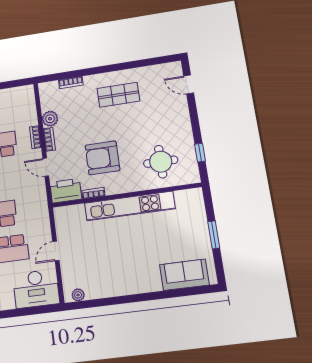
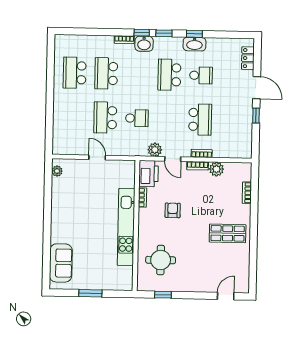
shop shelf: (118, 95) -> (228, 233), turned 90
armchair: (102, 158) -> (173, 210), width x0.53, depth x0.53
door: (46, 167) -> (173, 159), swing flipped
plant: (38, 188) -> (155, 150), added
desk: (36, 289) -> (67, 136), removed

